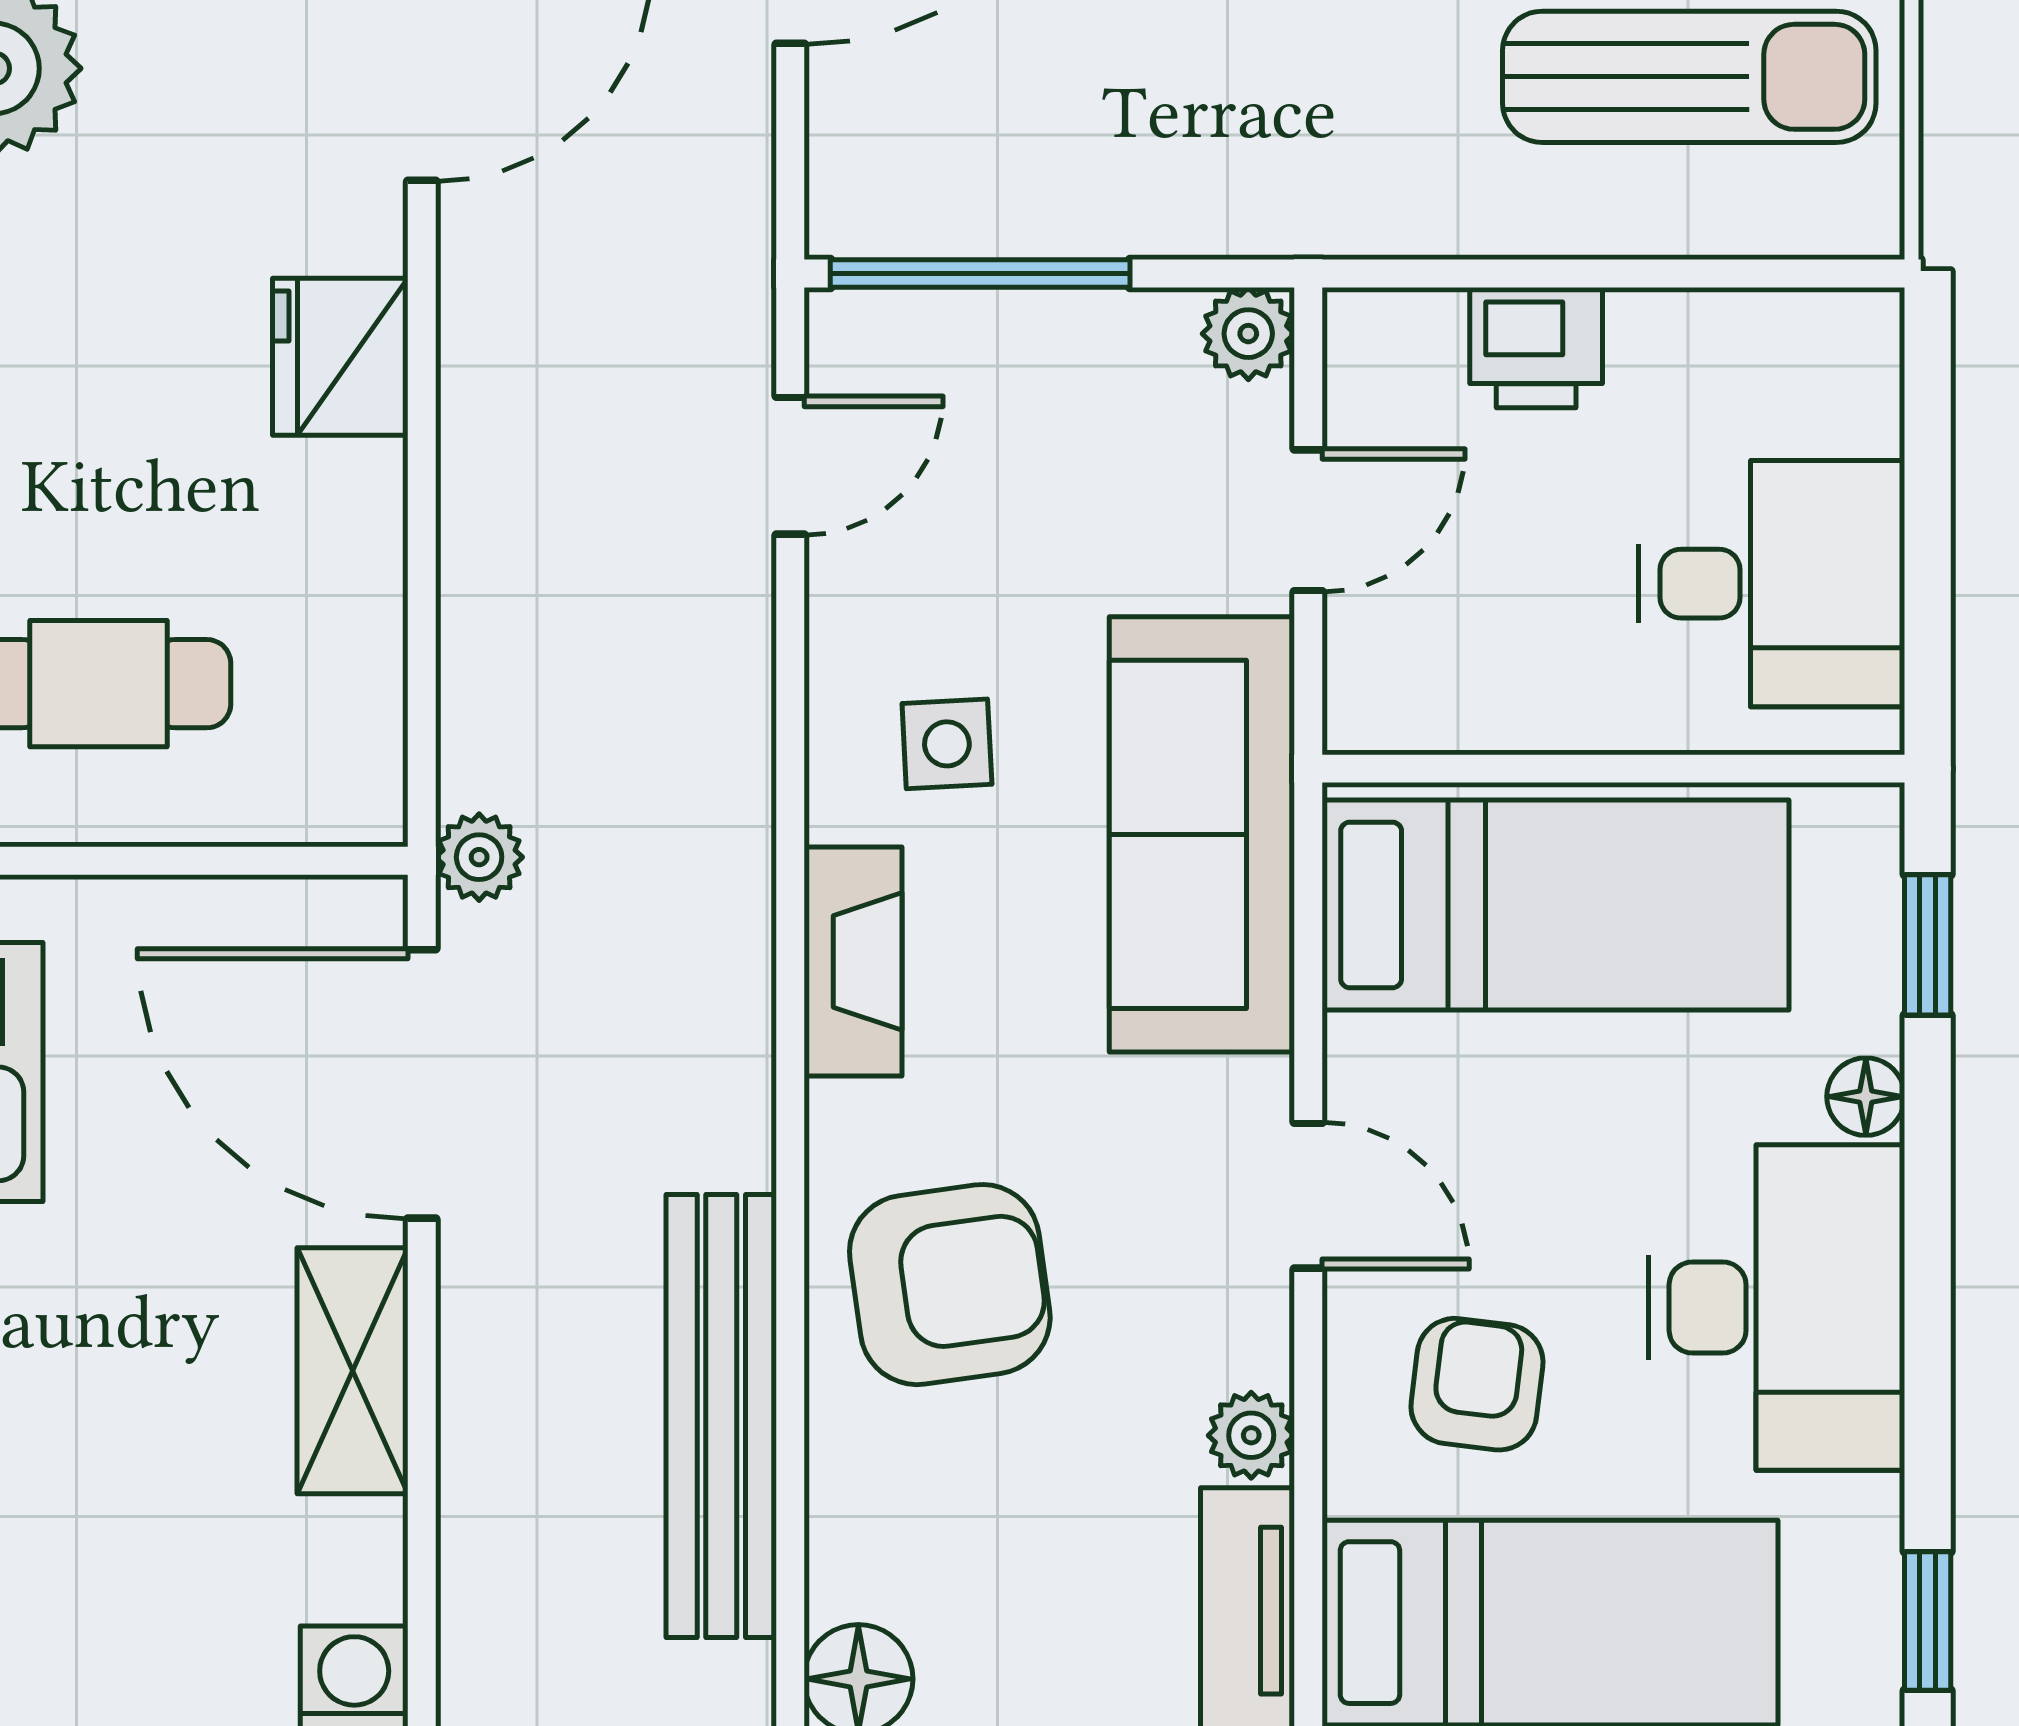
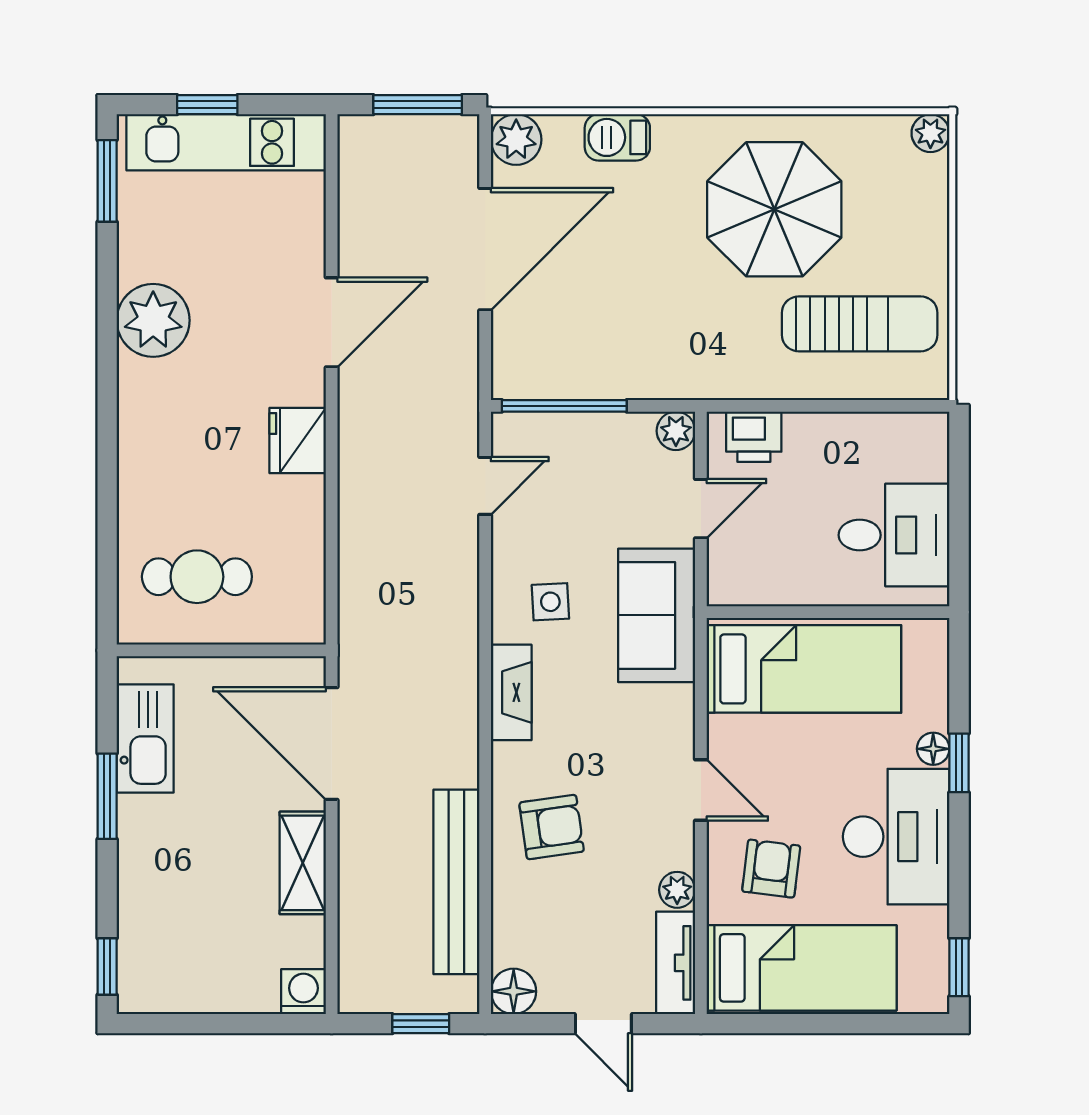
printer: (1536, 348) -> (754, 437), moved
sofa: (1202, 834) -> (657, 615), width x0.73
plant: (479, 857) -> (355, 649), removed
window: (1928, 945) -> (959, 763), moved
armchair: (950, 1285) -> (552, 827), width x0.72, depth x0.72

